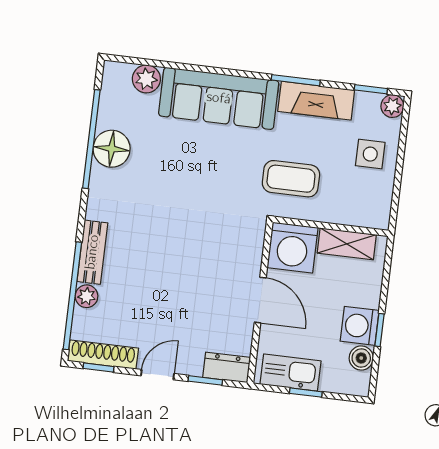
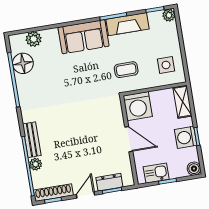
sofa: (219, 98) -> (84, 37), width x0.73
floor lamp: (112, 149) -> (23, 63), moved
side table: (370, 154) -> (166, 65), moved
coffee table: (291, 179) -> (126, 70), width x0.73, depth x0.77
shelving: (347, 244) -> (182, 102), moved, turned 90
boiler: (361, 358) -> (194, 169), moved
dresser: (227, 367) -> (109, 182), moved
kitchen sink: (290, 373) -> (156, 173), width x0.73

